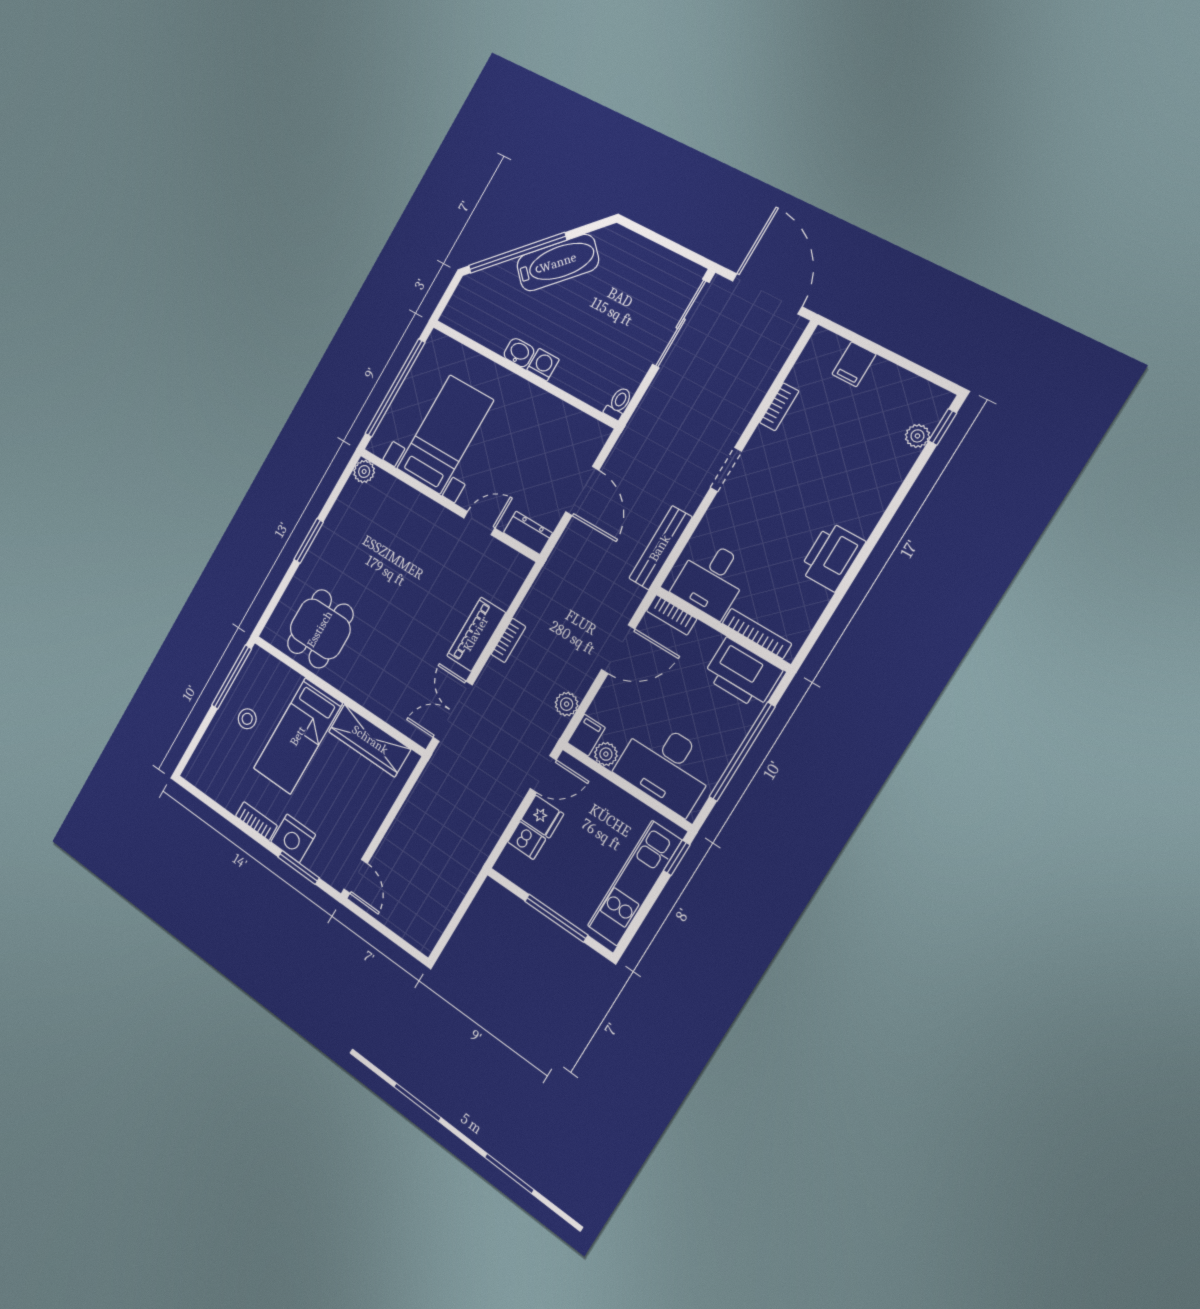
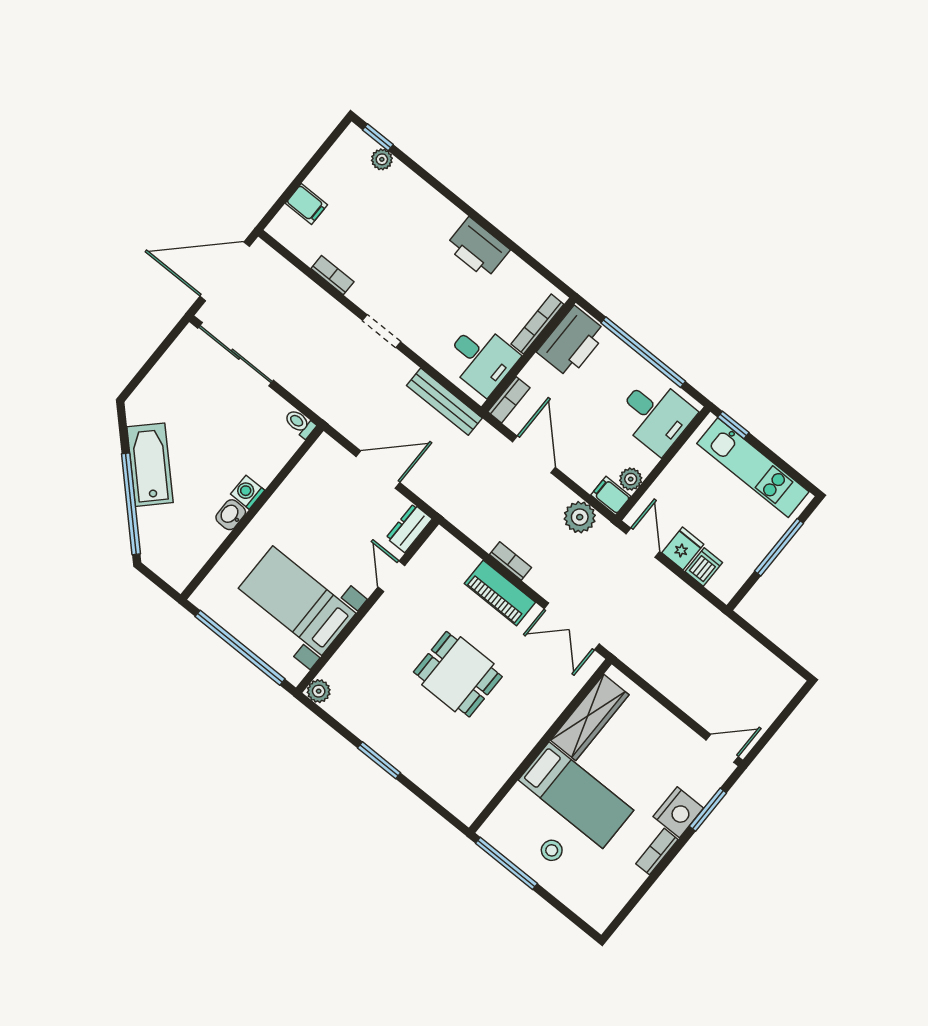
dining table: (320, 629) -> (458, 674), moved
plant: (567, 704) -> (580, 517), width x1.38, depth x1.38
desk: (666, 766) -> (656, 415), width x0.73

